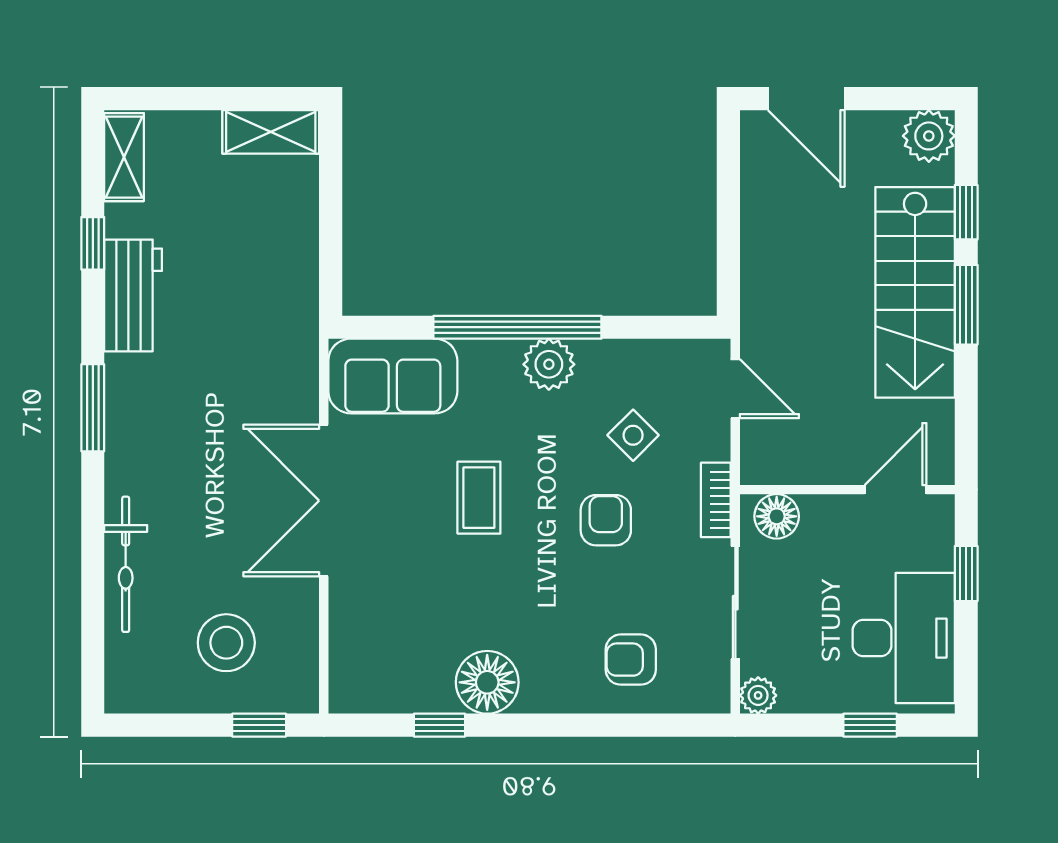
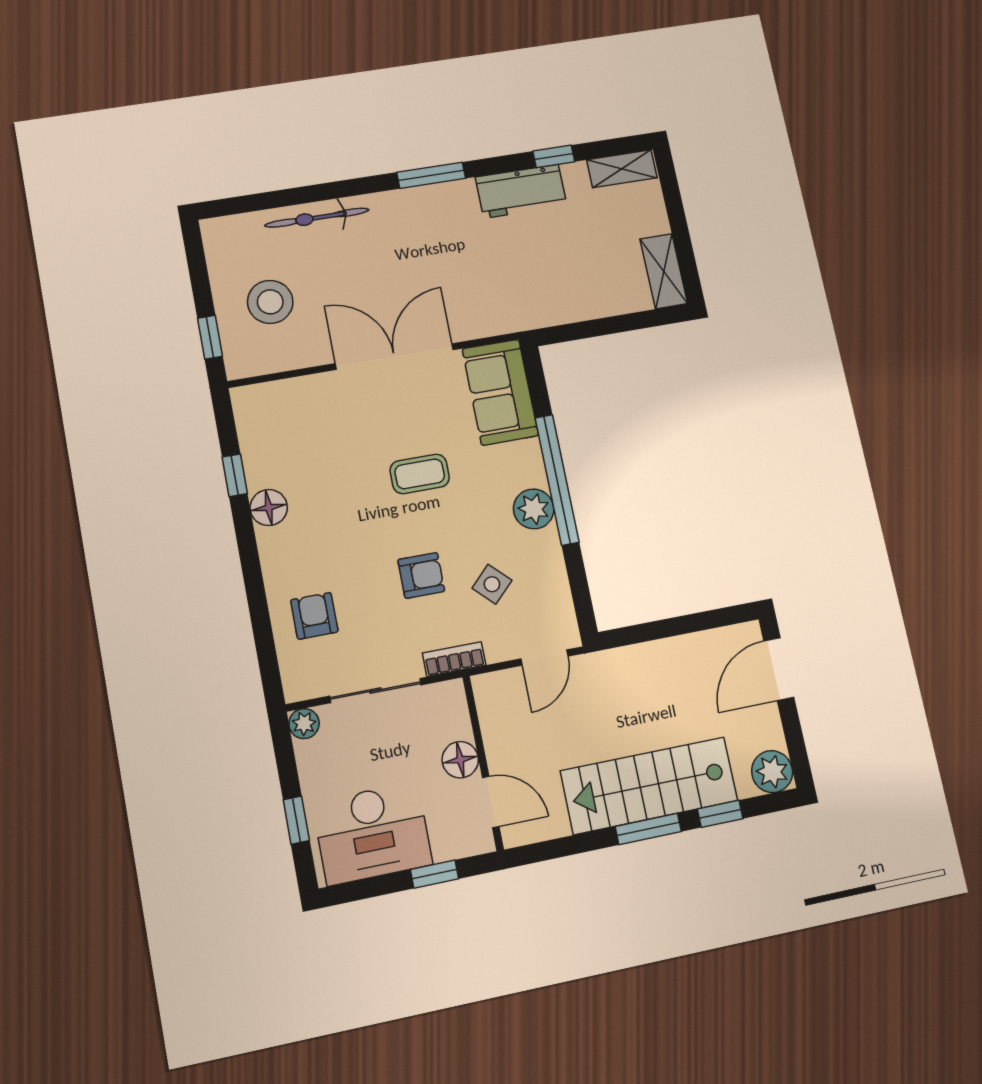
floor lamp: (777, 516) -> (460, 760), moved
floor lamp: (487, 682) -> (269, 508), width x0.73, depth x0.73

